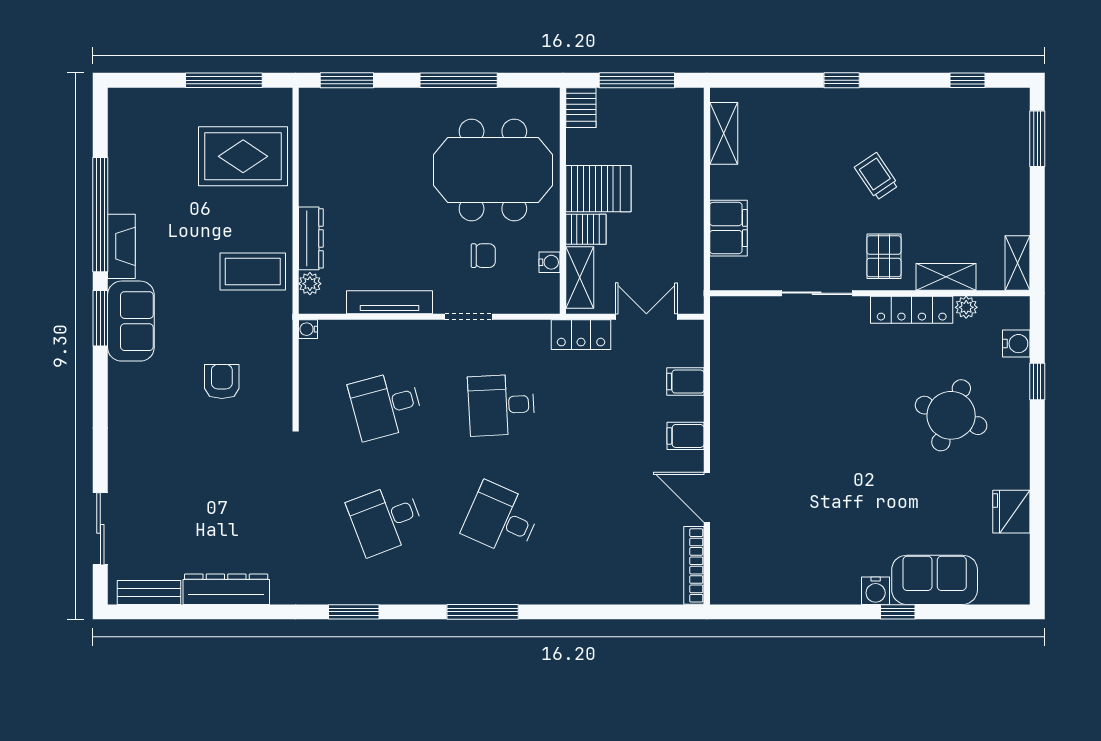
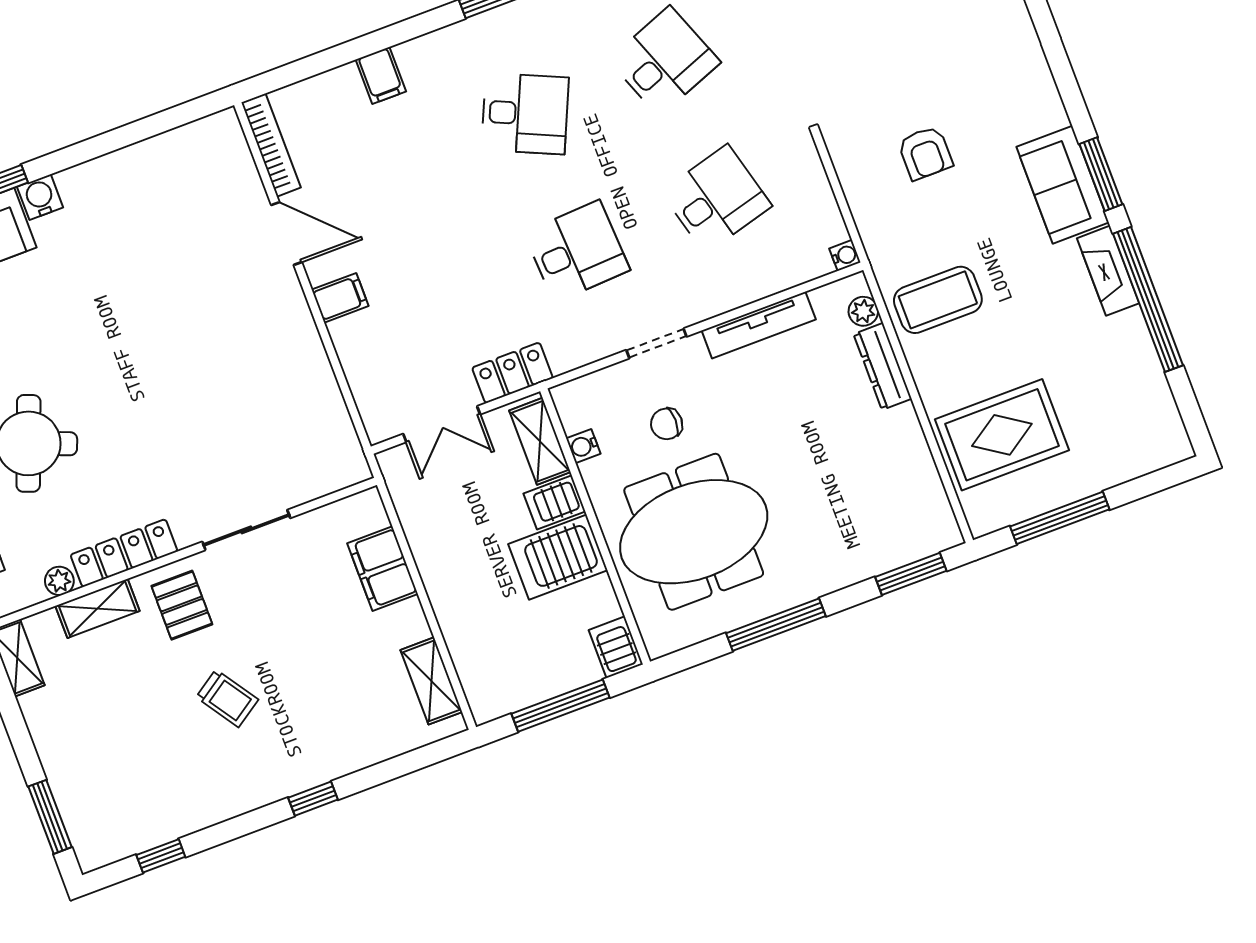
filing cabinet: (685, 382) -> (381, 75), moved, turned 90

